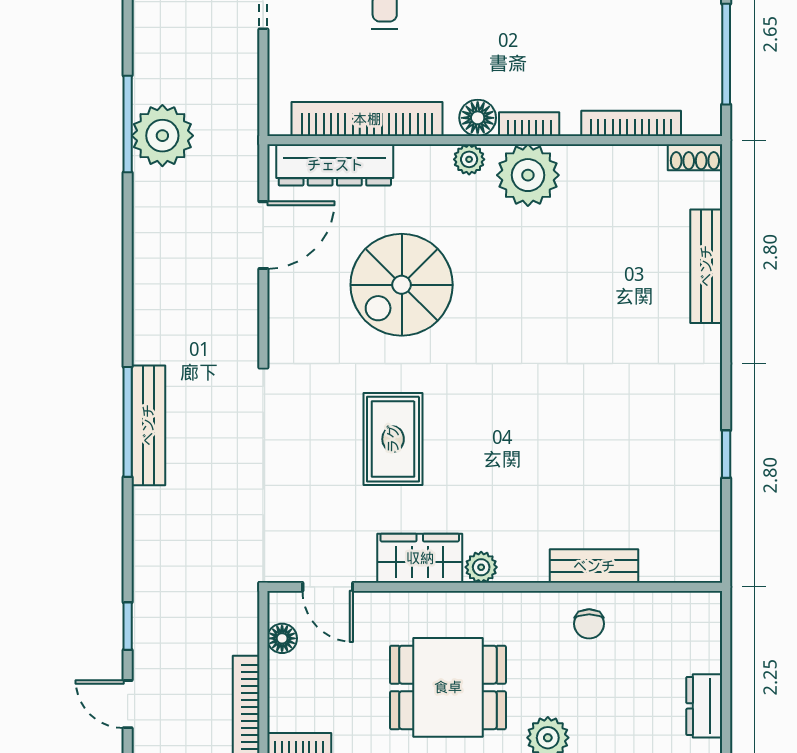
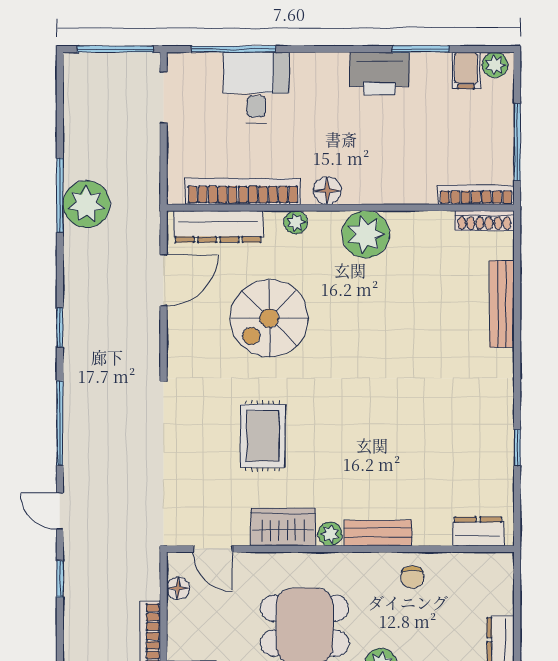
bookcase: (631, 123) -> (476, 195), moved
bookcase: (529, 124) -> (367, 195), removed
shoe rack: (695, 157) -> (484, 221), width x1.43
plant: (469, 159) -> (296, 222), moved
window: (128, 297) -> (60, 328), added
bench: (148, 425) -> (76, 426), removed
dresser: (675, 564) -> (478, 531), added
bench: (594, 566) -> (378, 533), moved
door: (128, 704) -> (60, 511), moved

